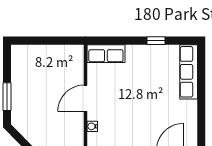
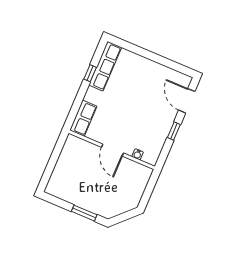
row of seats: (189, 72) -> (105, 66), moved, turned -90

